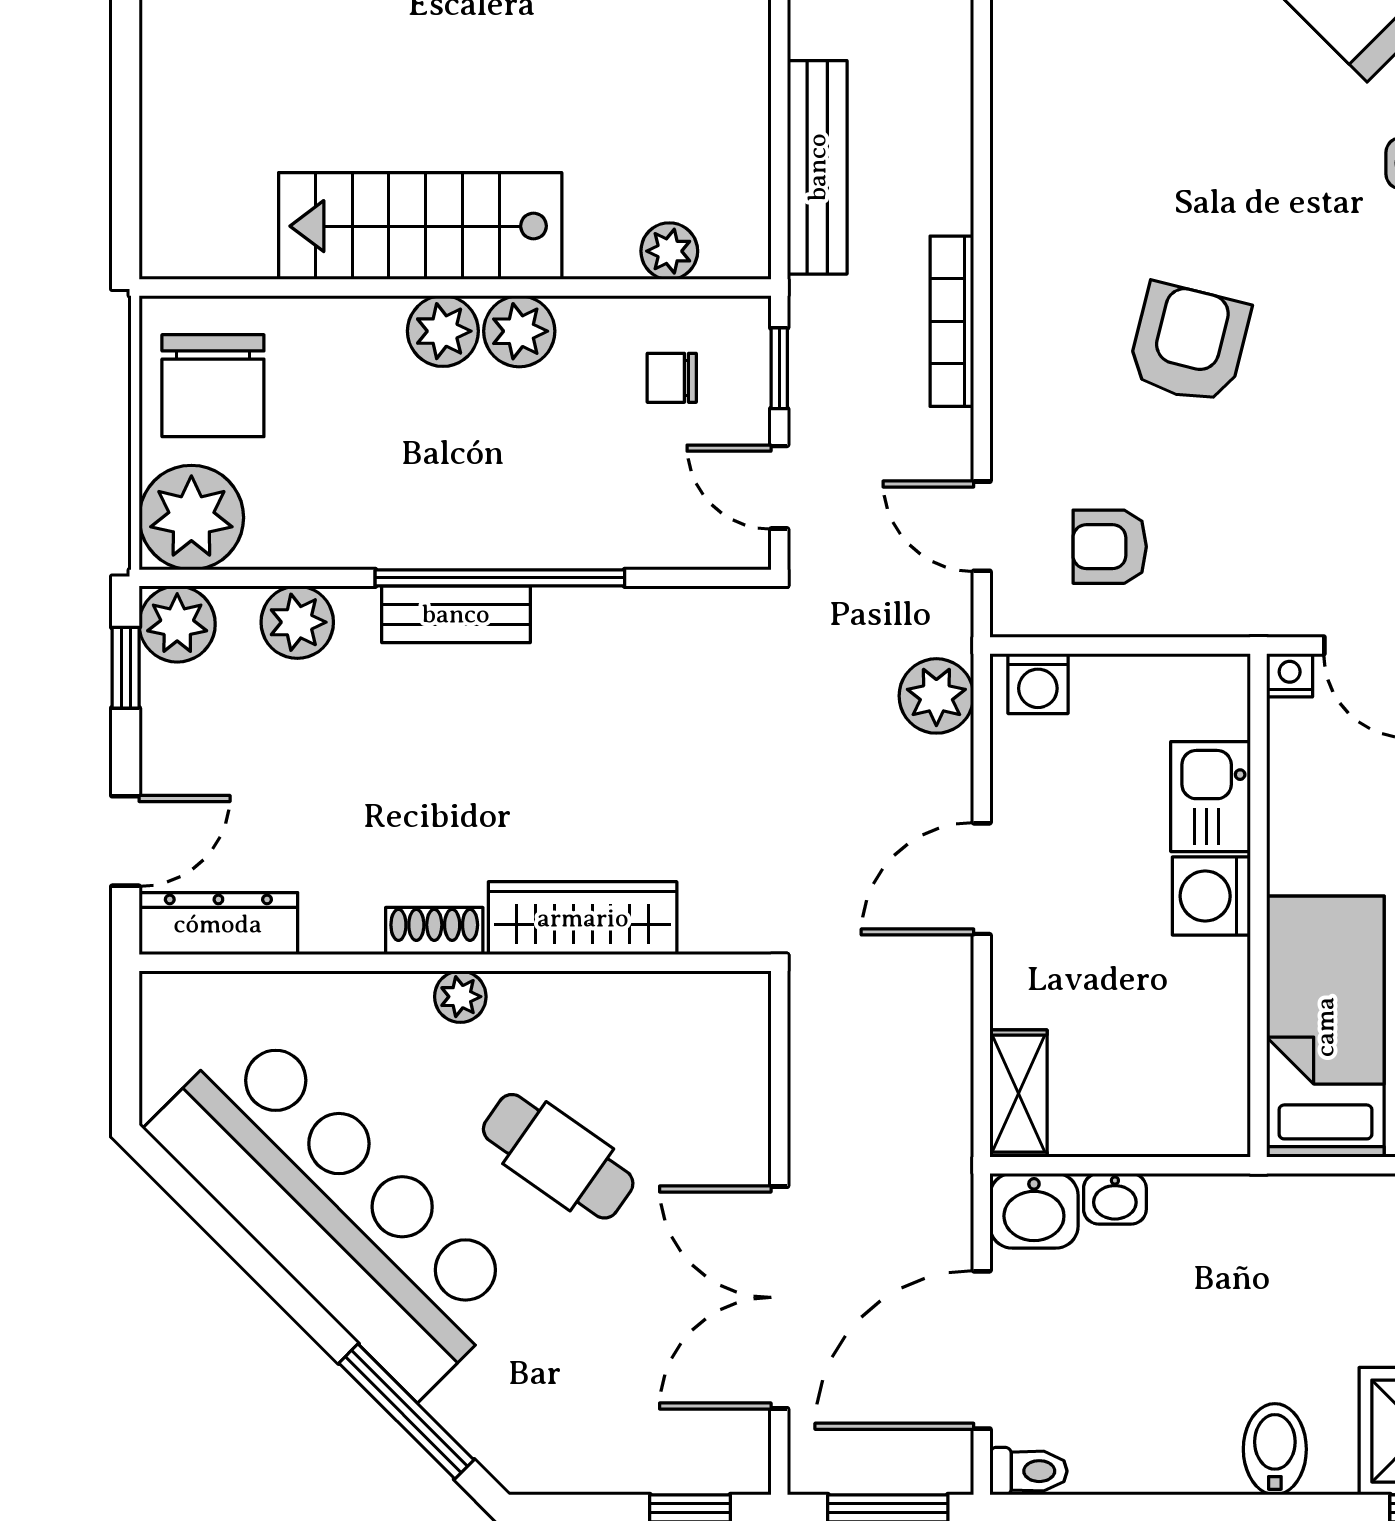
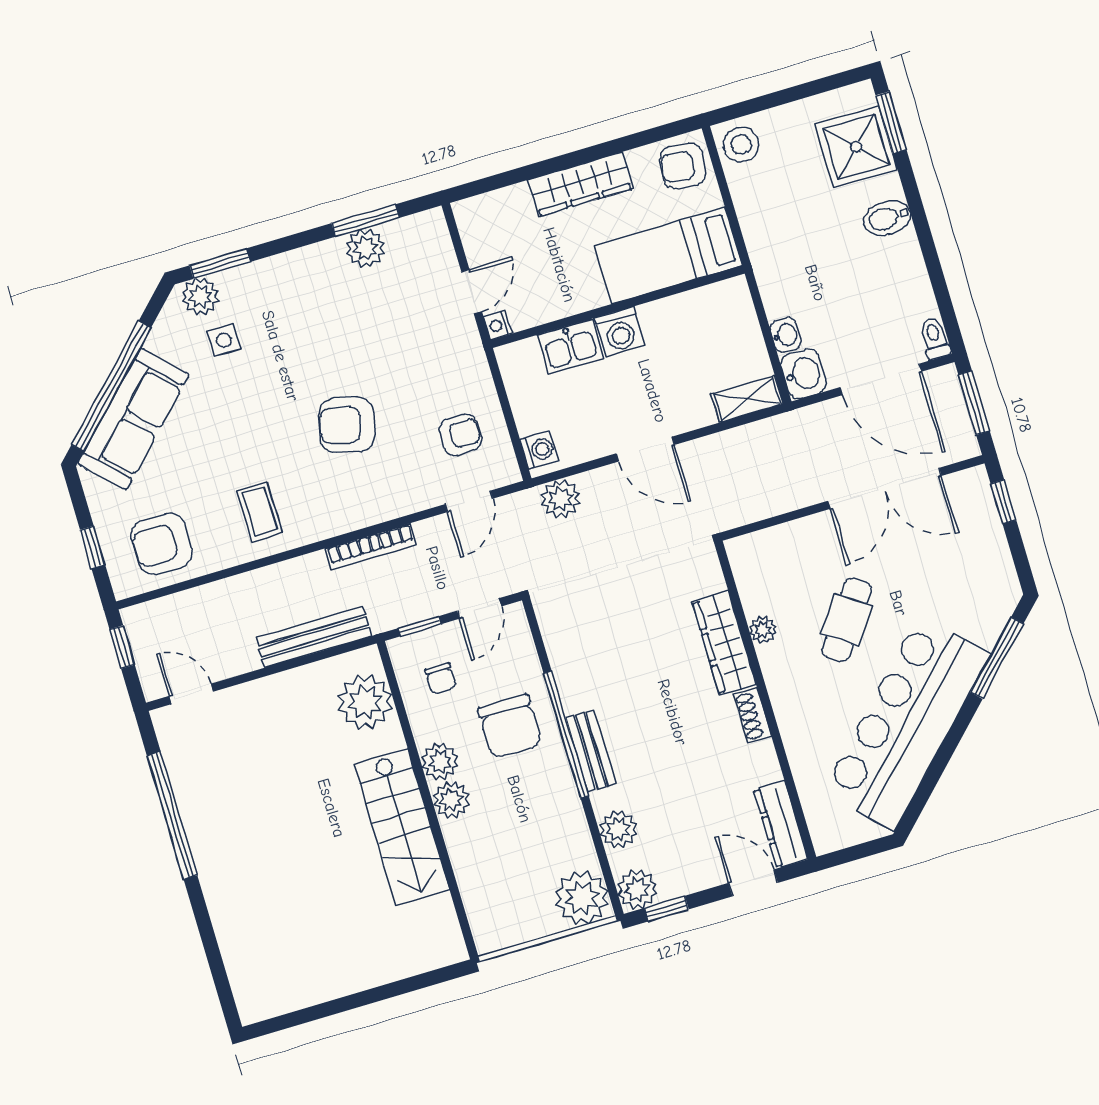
coffee table: (1077, 136) -> (260, 512), added
plant: (669, 251) -> (365, 702), width x1.88, depth x1.88
chair: (213, 386) -> (510, 726), moved, turned 90
armchair: (1110, 547) -> (460, 434), turned -90
plant: (460, 997) -> (763, 630), moved

